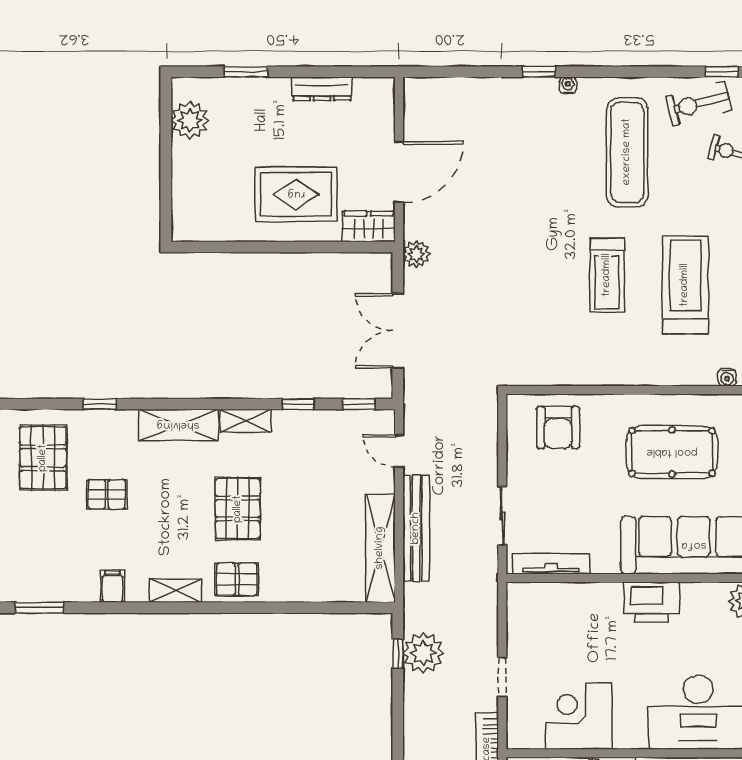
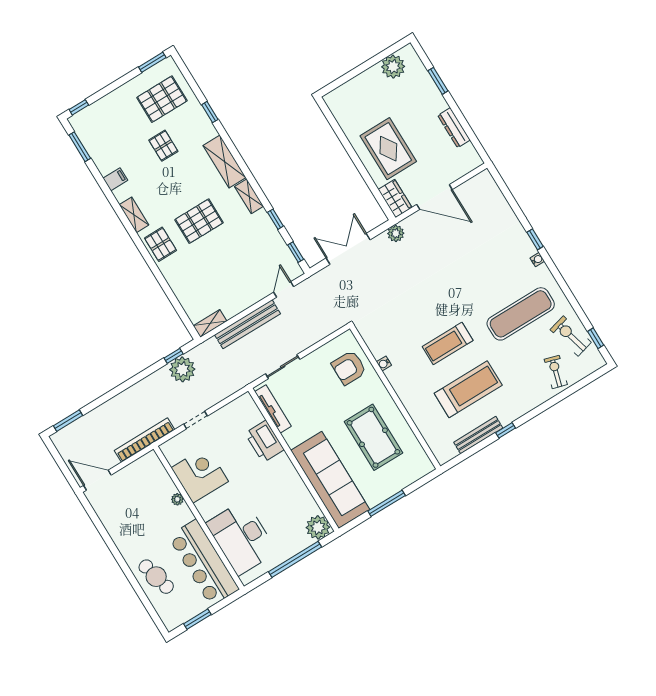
water cooler: (727, 377) -> (384, 364), moved
shelving: (380, 548) -> (210, 323), width x0.45, depth x0.75
printer: (652, 602) -> (265, 441), moved

